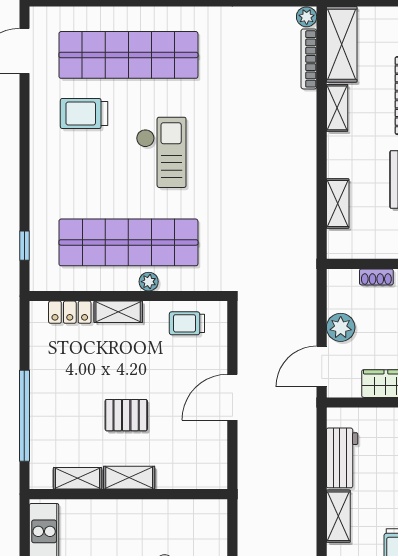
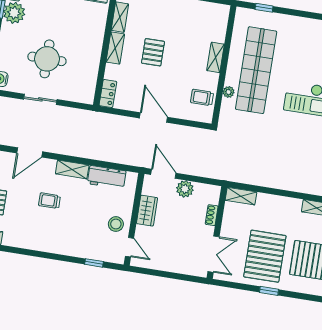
shelving: (338, 203) -> (241, 196), moved
plant: (149, 282) -> (229, 92), moved
locker: (70, 312) -> (108, 94), moved, turned 180
trolley: (187, 323) -> (202, 97), turned -90

